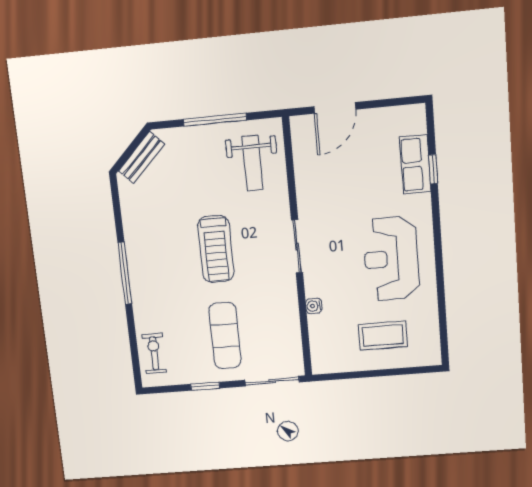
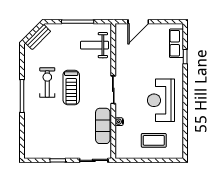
weight bench: (253, 163) -> (95, 45), turned 90
row of seats: (415, 164) -> (176, 43), moved
exercise mat: (225, 336) -> (103, 126), moved
exercise bike: (154, 353) -> (47, 82), moved, width x1.38, depth x1.39

